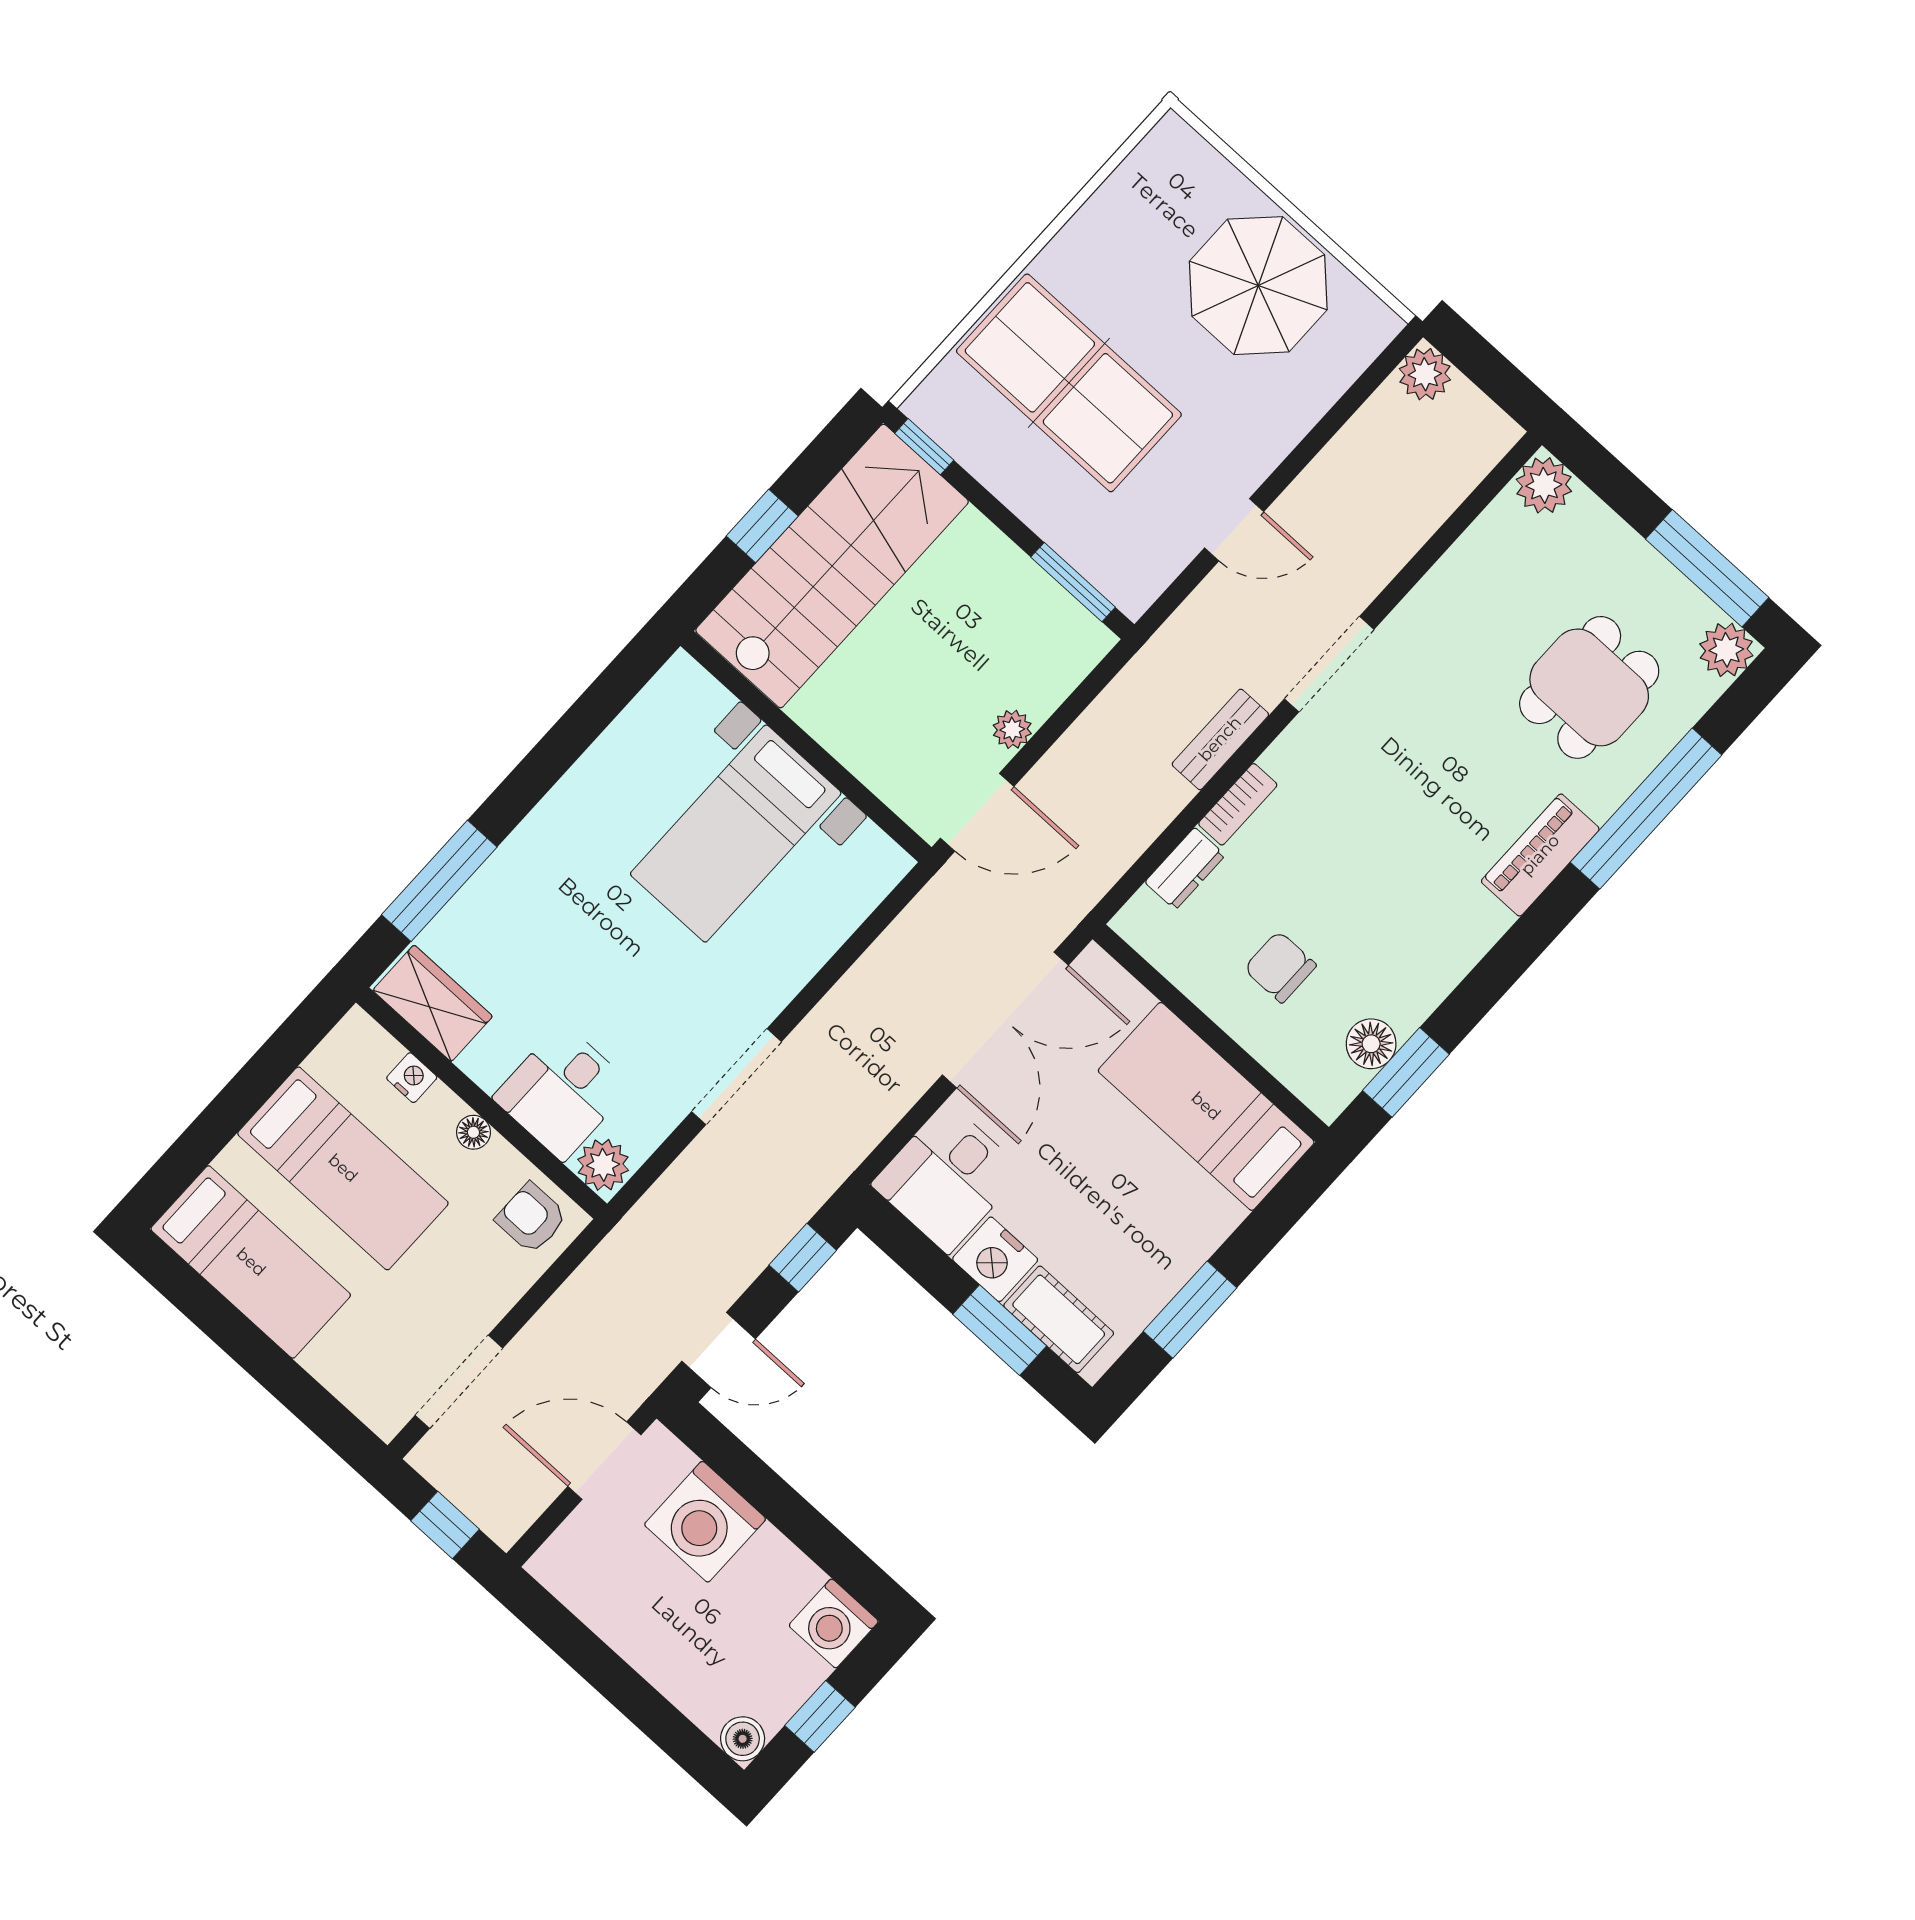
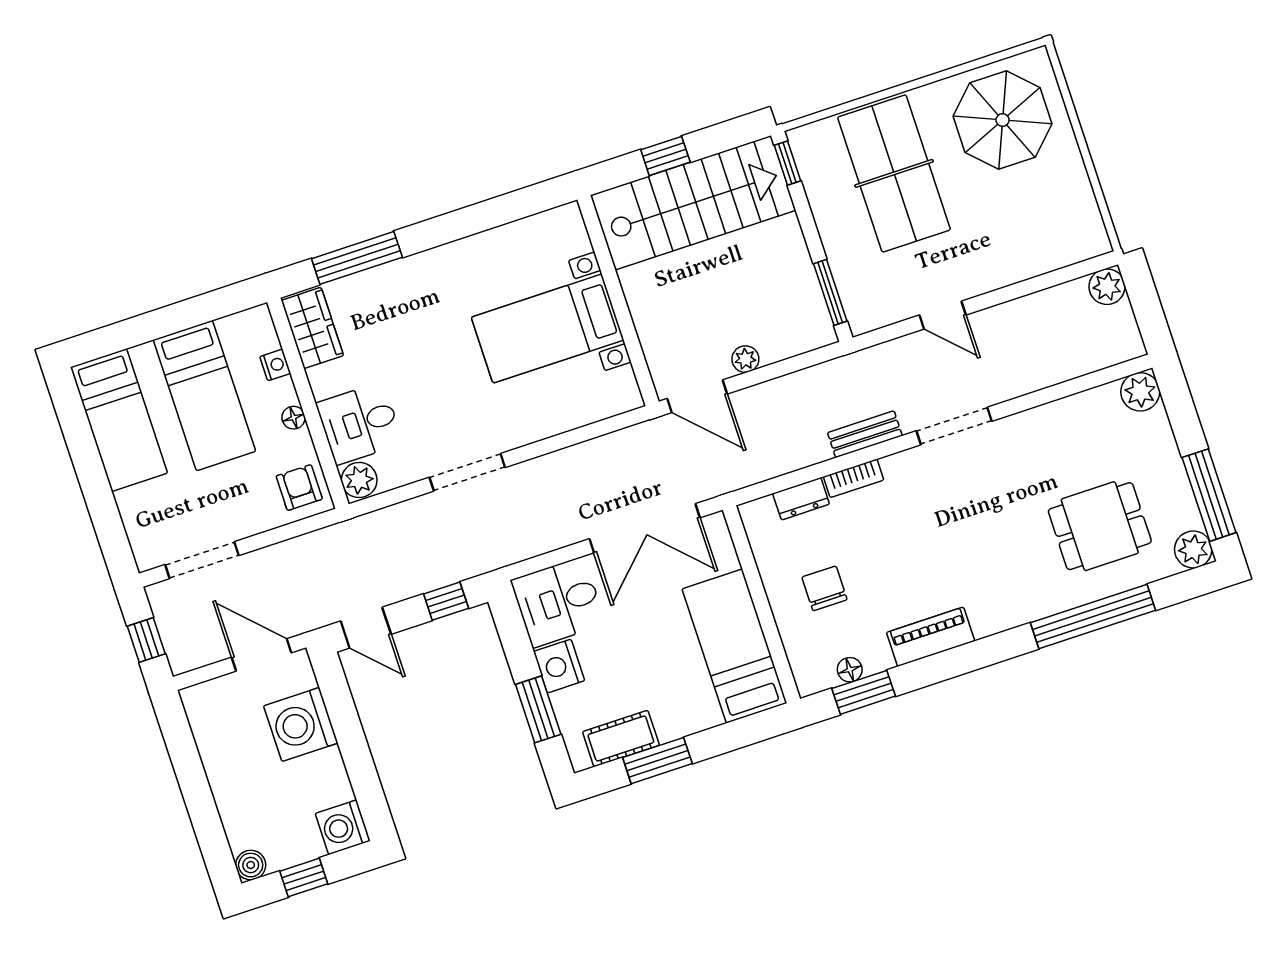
parasol: (1258, 286) -> (1003, 120), moved
piano: (1540, 855) -> (931, 637), moved
floor lamp: (1371, 1044) -> (850, 670), width x0.73, depth x0.73
cot: (1059, 1319) -> (621, 739), moved, turned 90

